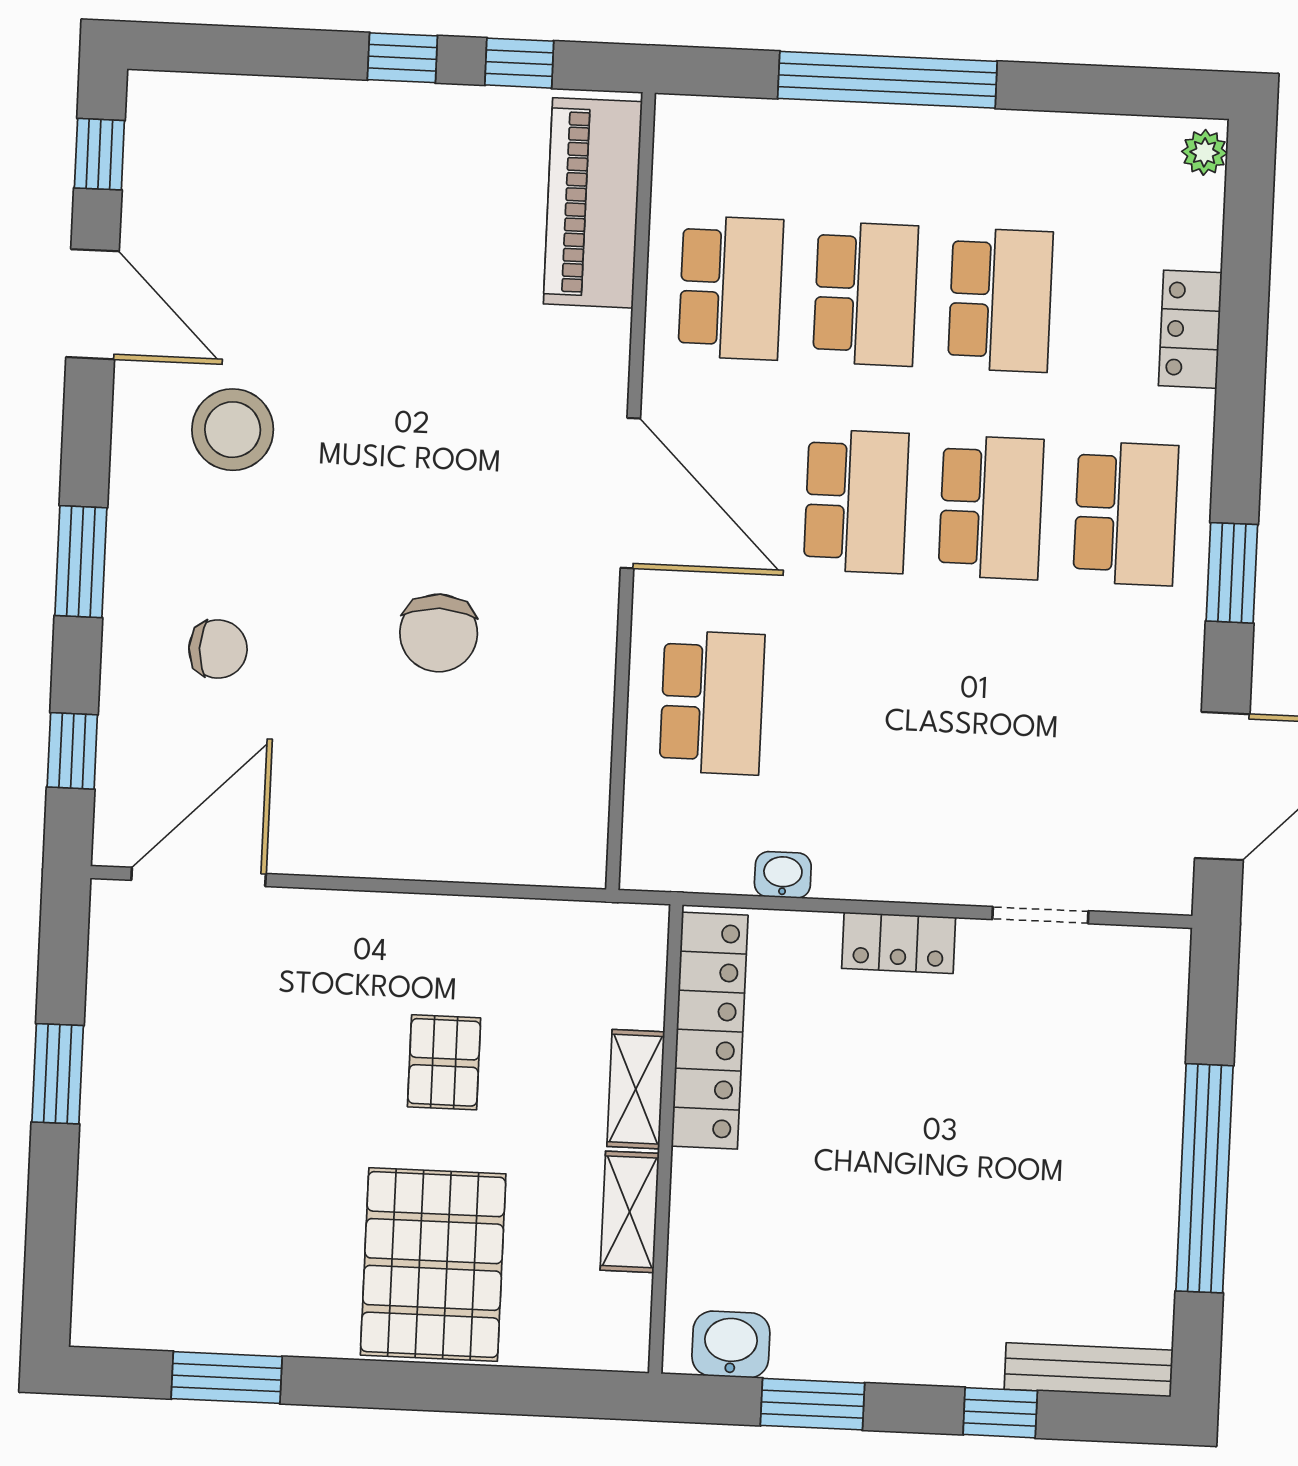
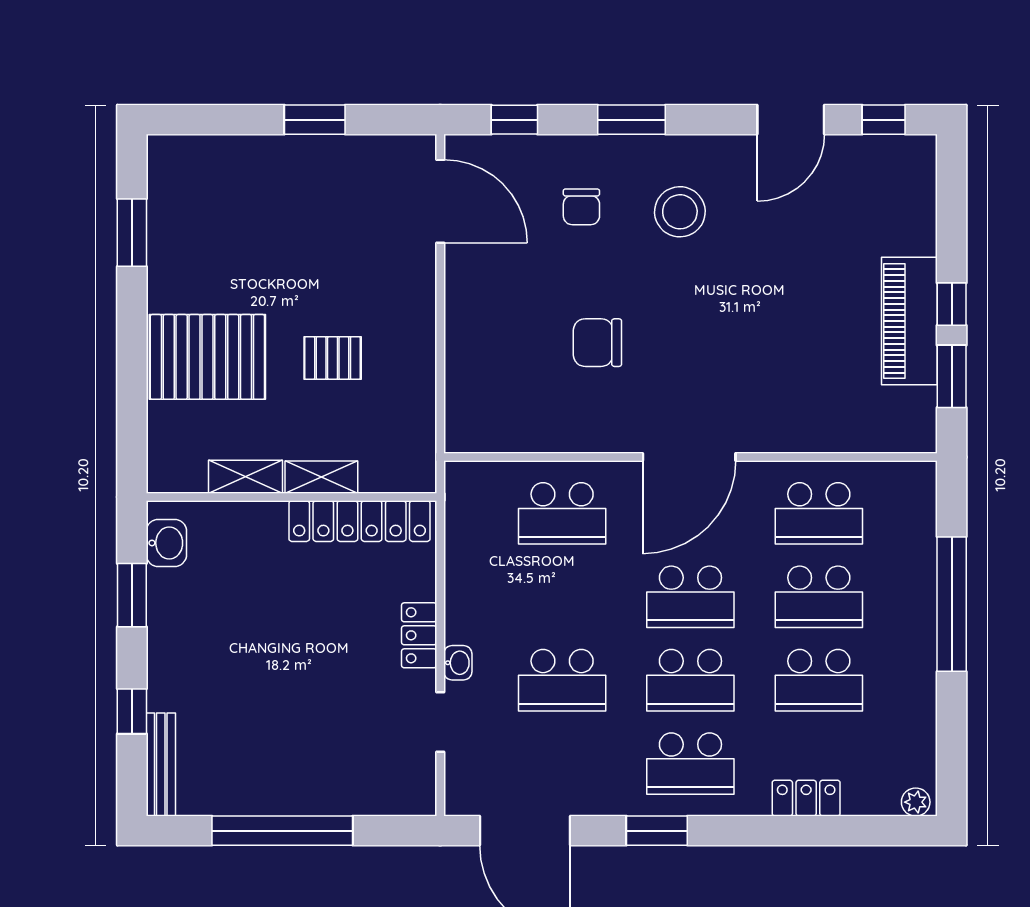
window: (519, 63) -> (952, 376), width x1.50
piano: (593, 203) -> (909, 321), moved, turned -90
stool: (233, 430) -> (680, 212), moved
school desk: (982, 715) -> (562, 680), added
washbasin: (783, 875) -> (458, 663), moved

